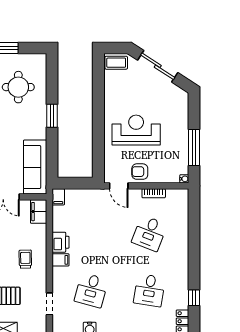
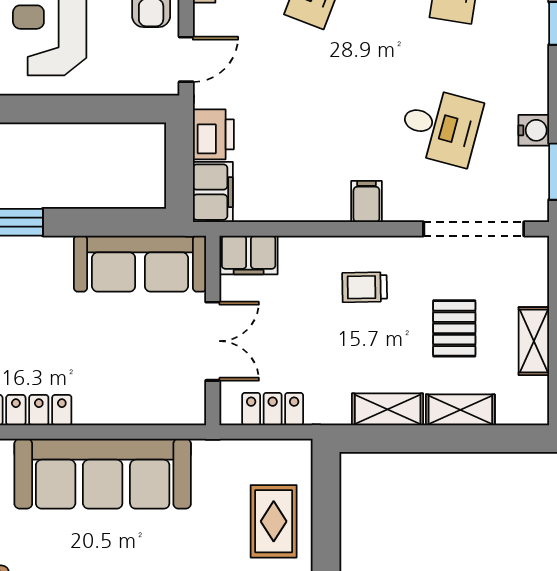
filing cabinet: (58, 197) -> (213, 192), width x2.00
printer: (60, 242) -> (213, 134), moved, turned 90
doorway: (49, 304) -> (474, 229), width x1.87

